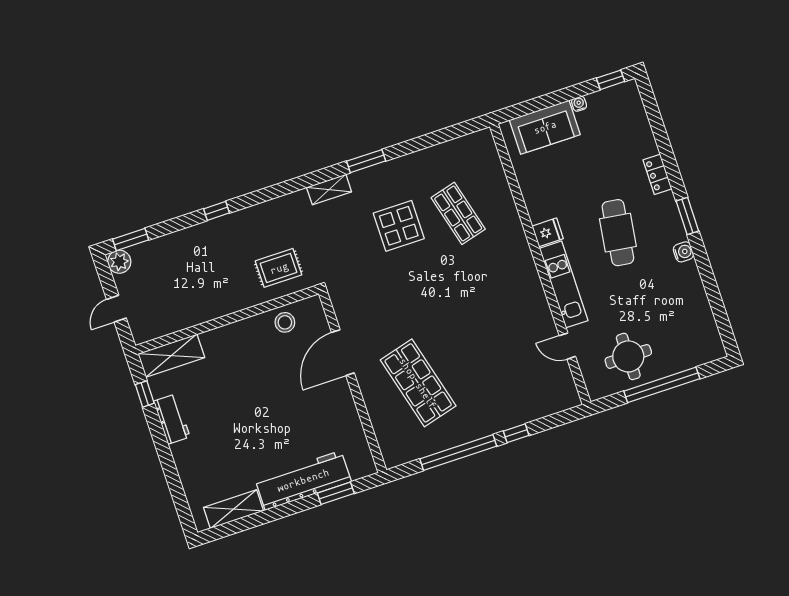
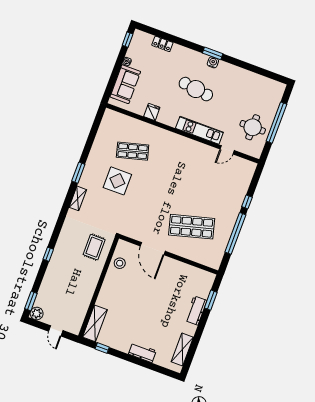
locker: (657, 174) -> (162, 44), moved
fridge: (548, 232) -> (152, 112), moved
water cooler: (683, 252) -> (213, 62), moved
workbench: (172, 419) -> (142, 352), moved
workbench: (303, 480) -> (196, 310), width x0.53, depth x0.76

